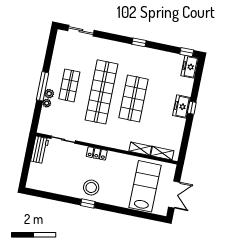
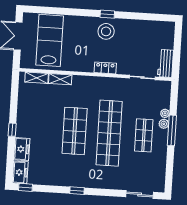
freezer: (182, 107) -> (22, 149), moved
lab bench: (145, 186) -> (50, 40), turned 180

